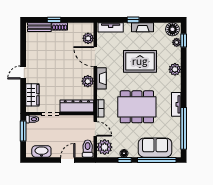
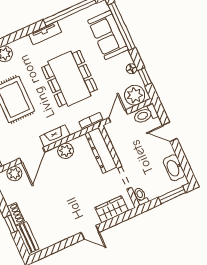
window: (23, 131) -> (172, 195), moved
window: (125, 160) -> (145, 77), moved

